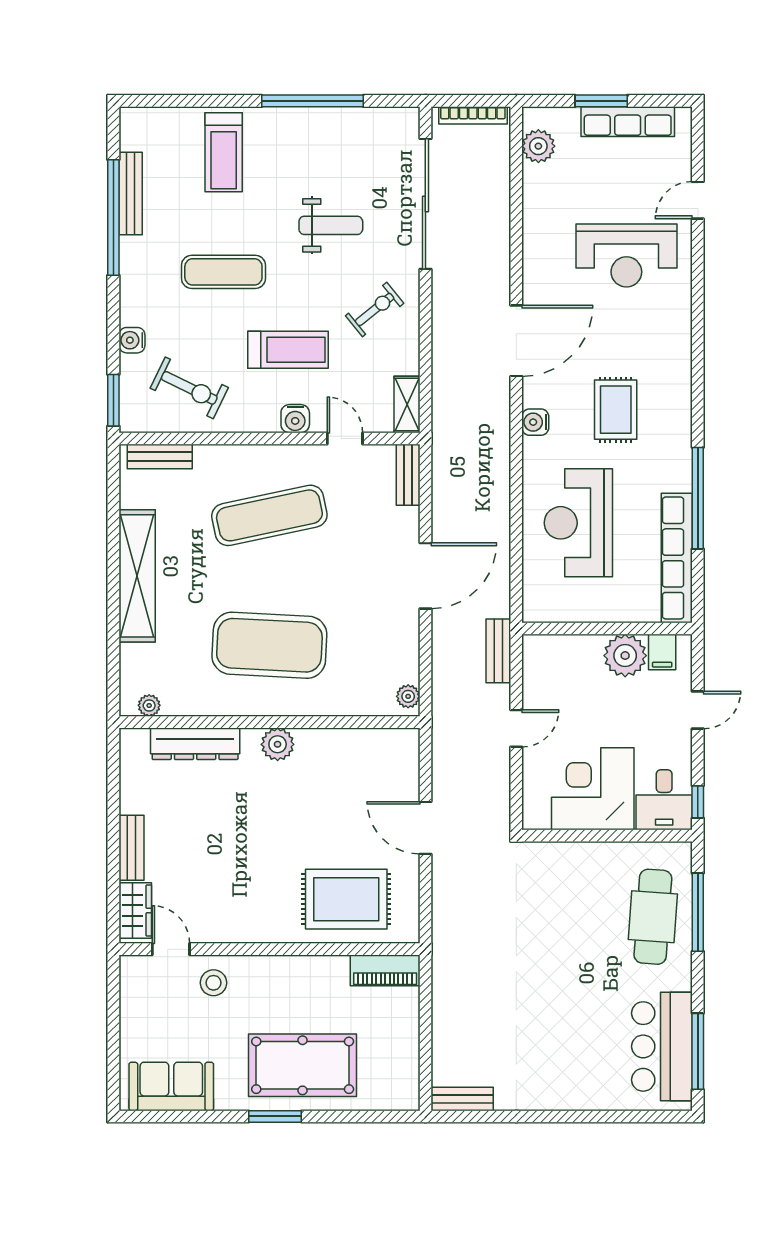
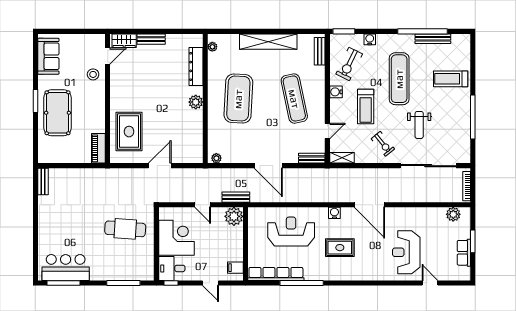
row of seats: (628, 122) -> (464, 253), width x0.68
exercise mat: (223, 272) -> (399, 79), width x1.36, depth x1.45
water cooler: (295, 419) -> (336, 92), moved
plant: (625, 656) -> (234, 216), moved
cafe table: (653, 917) -> (125, 229), moved

